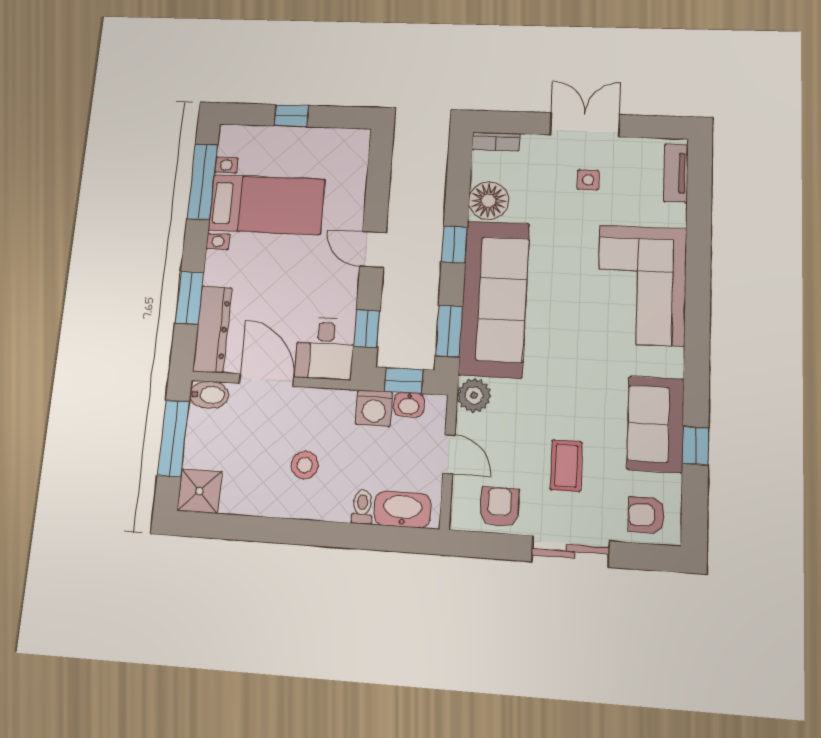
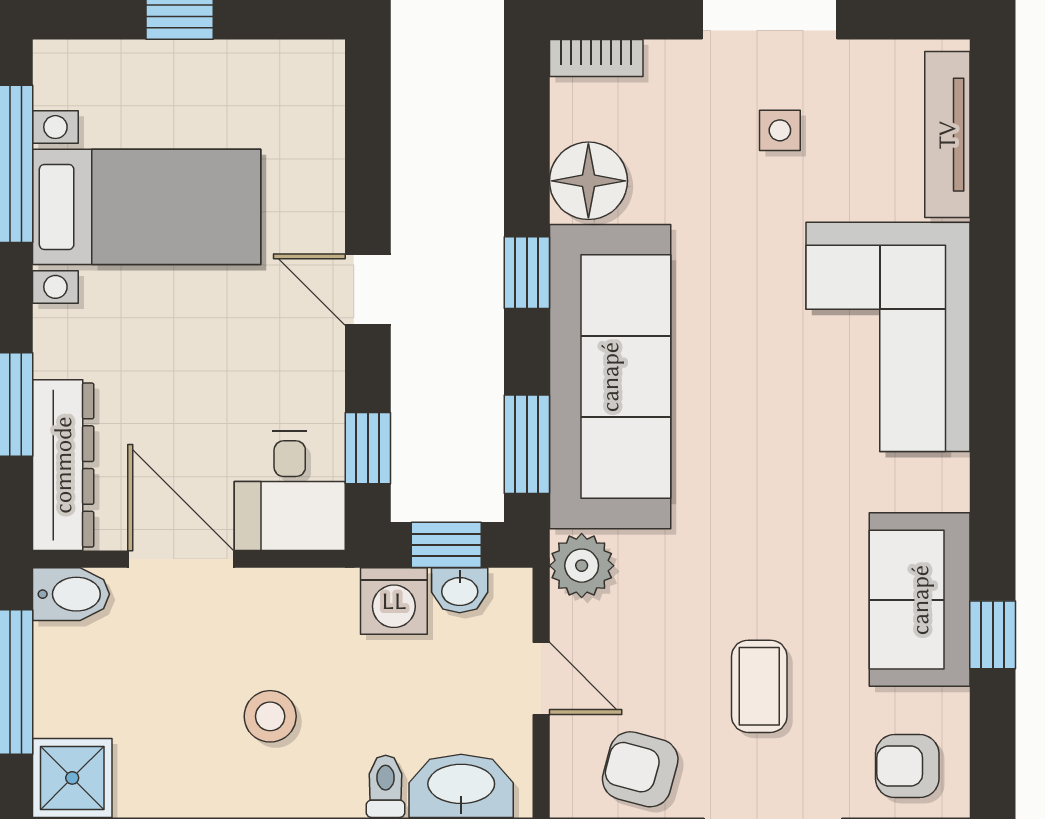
tv unit: (676, 173) -> (947, 135), width x1.41
armchair: (499, 507) -> (640, 769), turned -75

